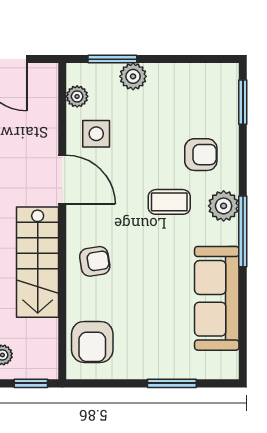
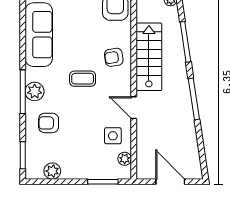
plant: (133, 76) -> (52, 171), moved
door: (62, 180) -> (134, 108), width x0.73
coffee table: (169, 202) -> (83, 79), moved
window: (243, 231) -> (23, 92), moved

